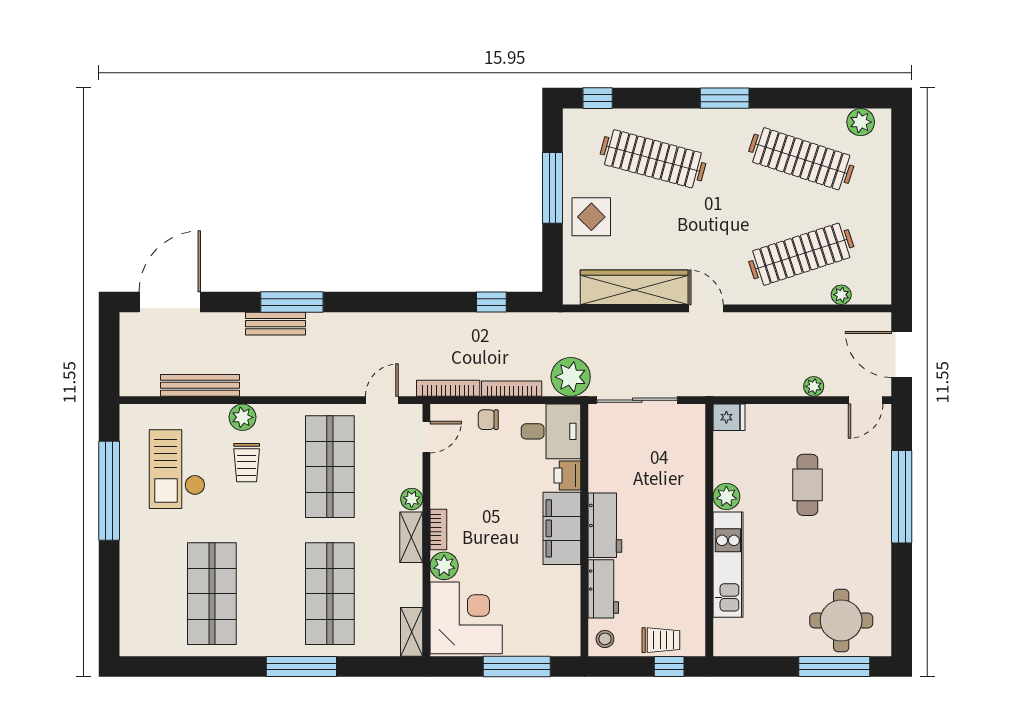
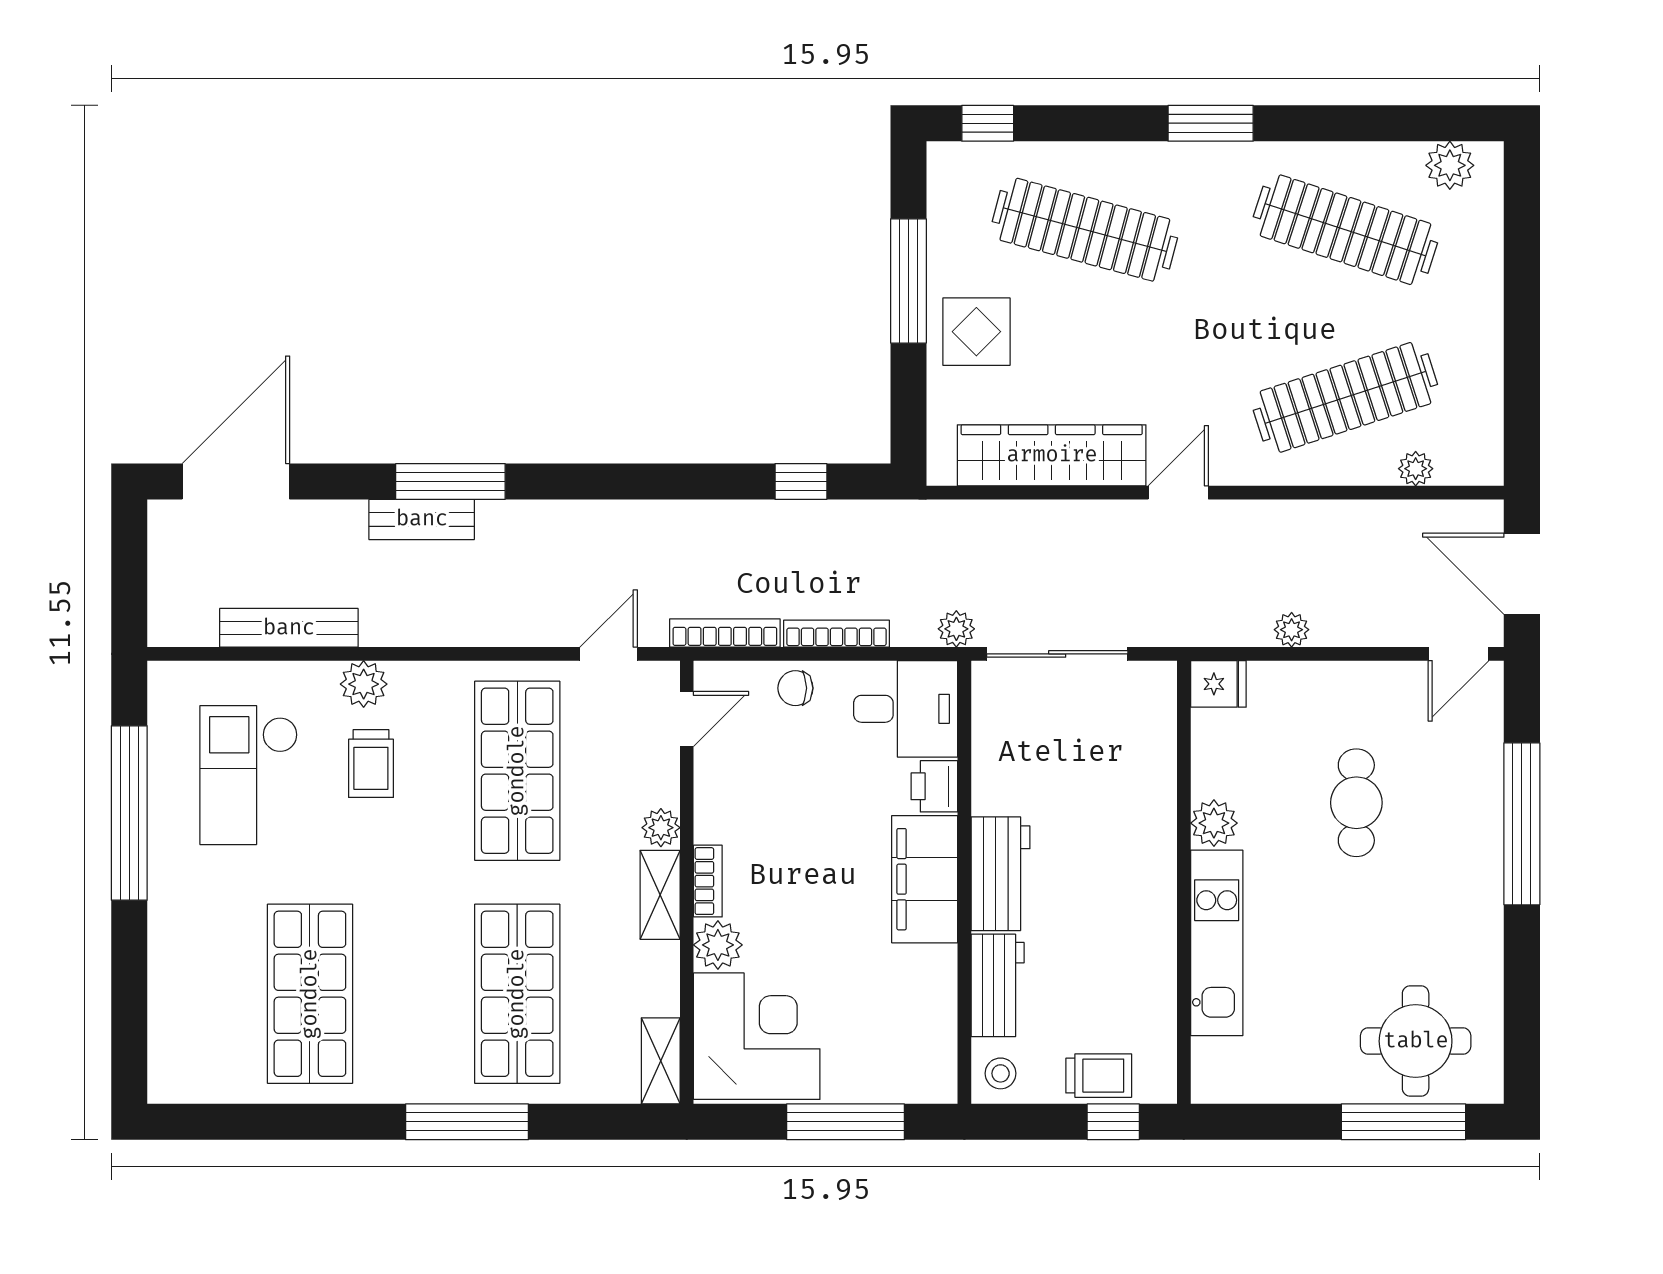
door: (706, 308) -> (1178, 493), hinge flipped
plant: (571, 377) -> (956, 629), width x0.53, depth x0.53
plant: (814, 386) -> (1292, 630), moved

